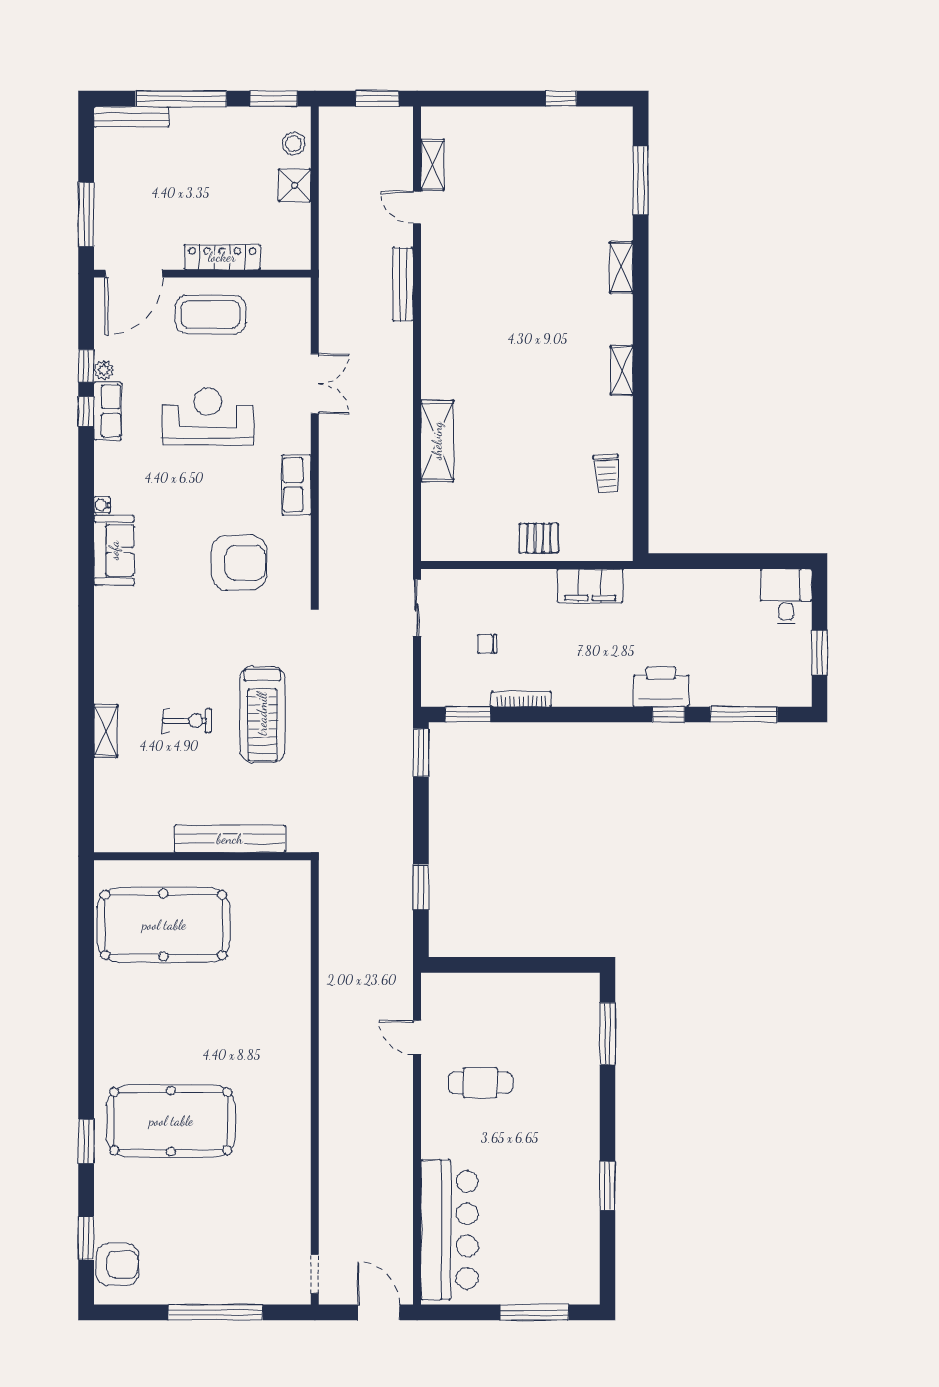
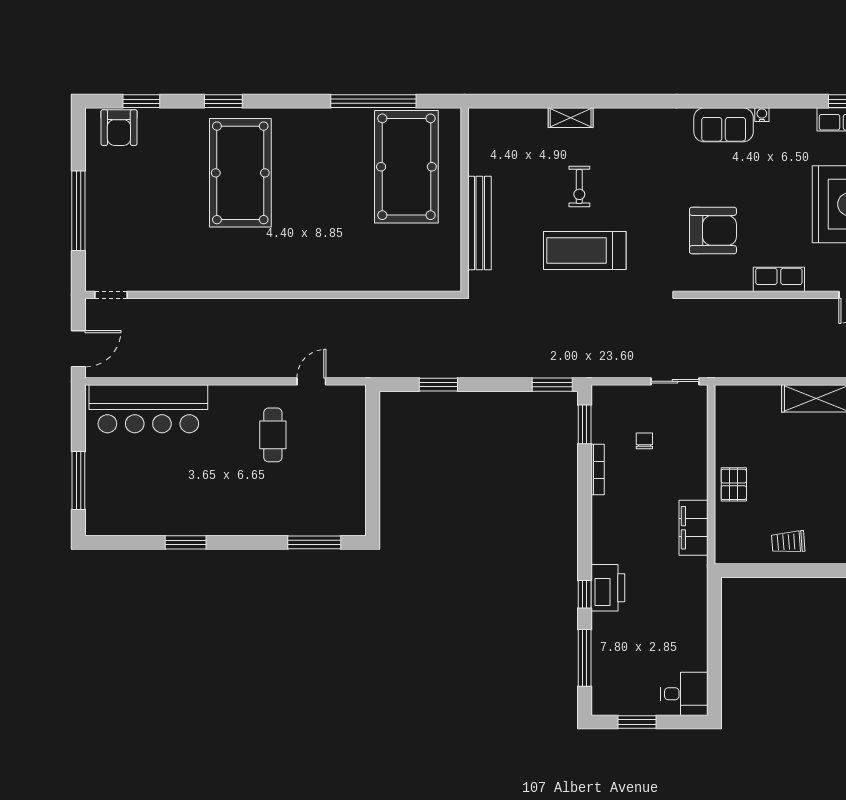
armchair: (239, 563) -> (713, 230), turned -90
window: (86, 964) -> (373, 101), added

